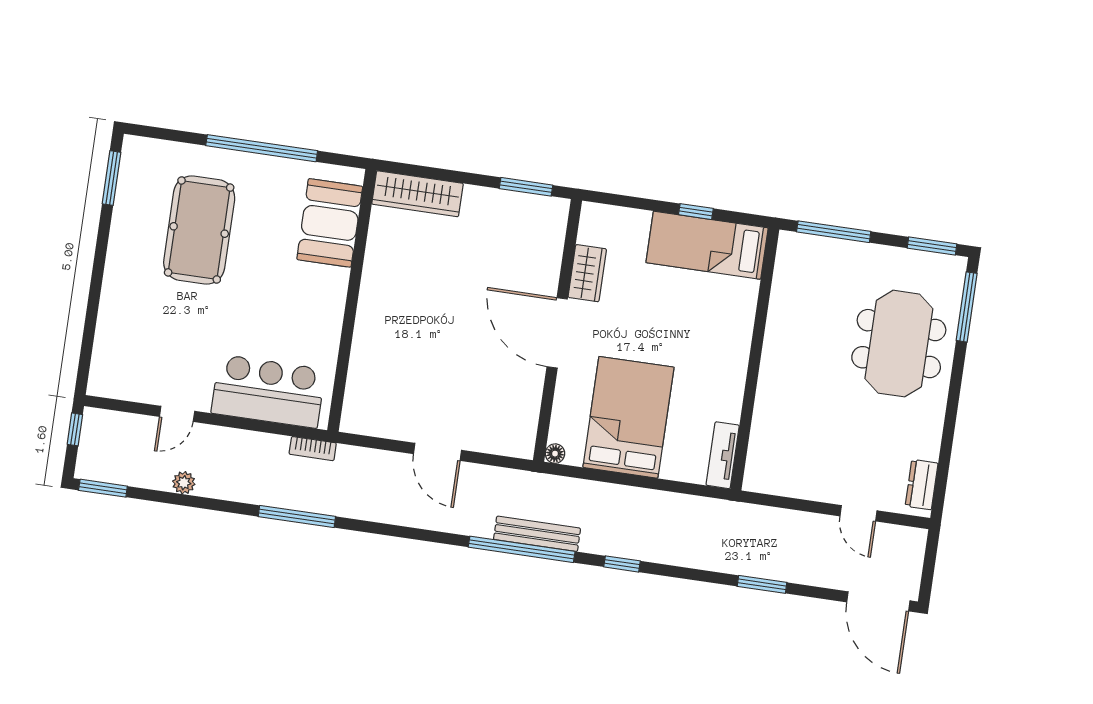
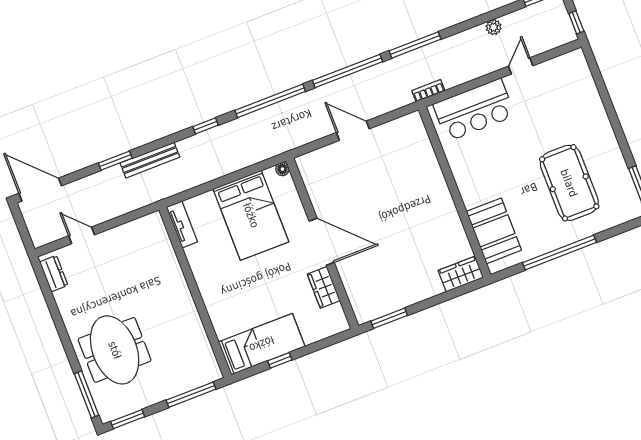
wardrobe: (417, 194) -> (461, 274), width x0.67
window: (402, 532) -> (348, 71), added
bench: (537, 534) -> (150, 160), moved

